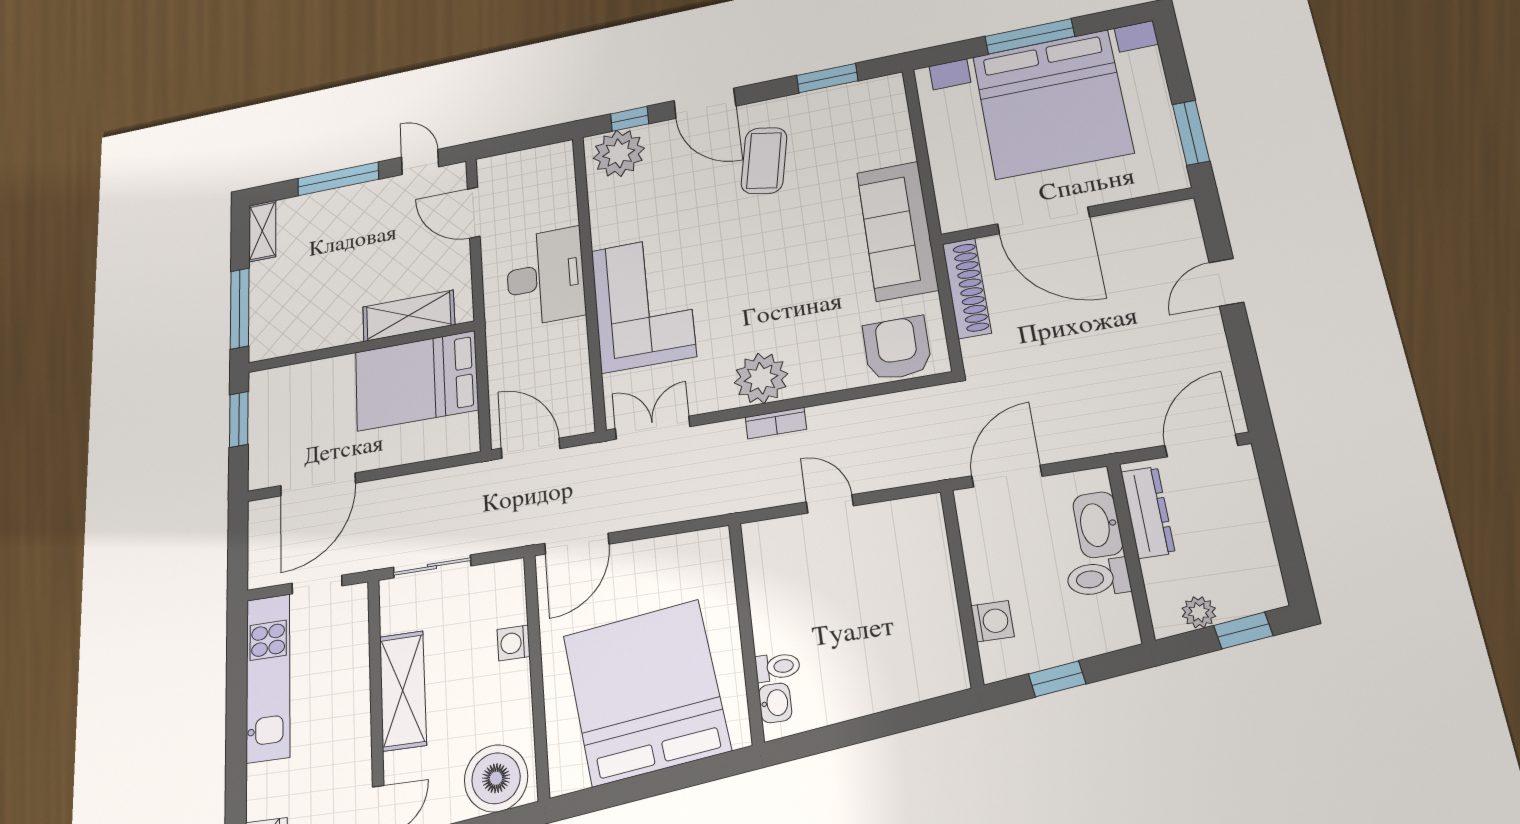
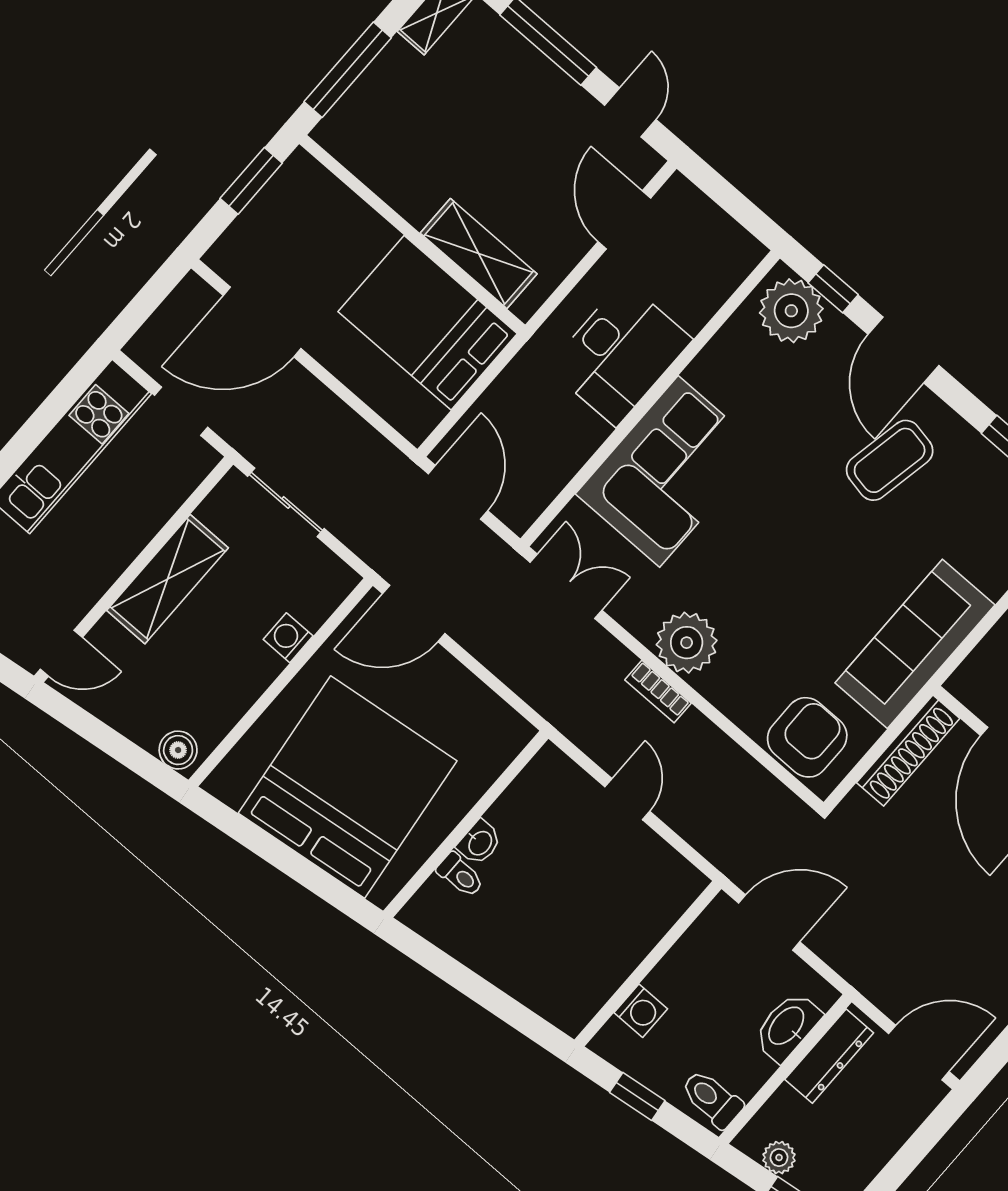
toilet: (1098, 578) -> (712, 1099), moved
washbasin: (775, 703) -> (480, 843), moved
boiler: (496, 778) -> (178, 750), width x0.54, depth x0.54

